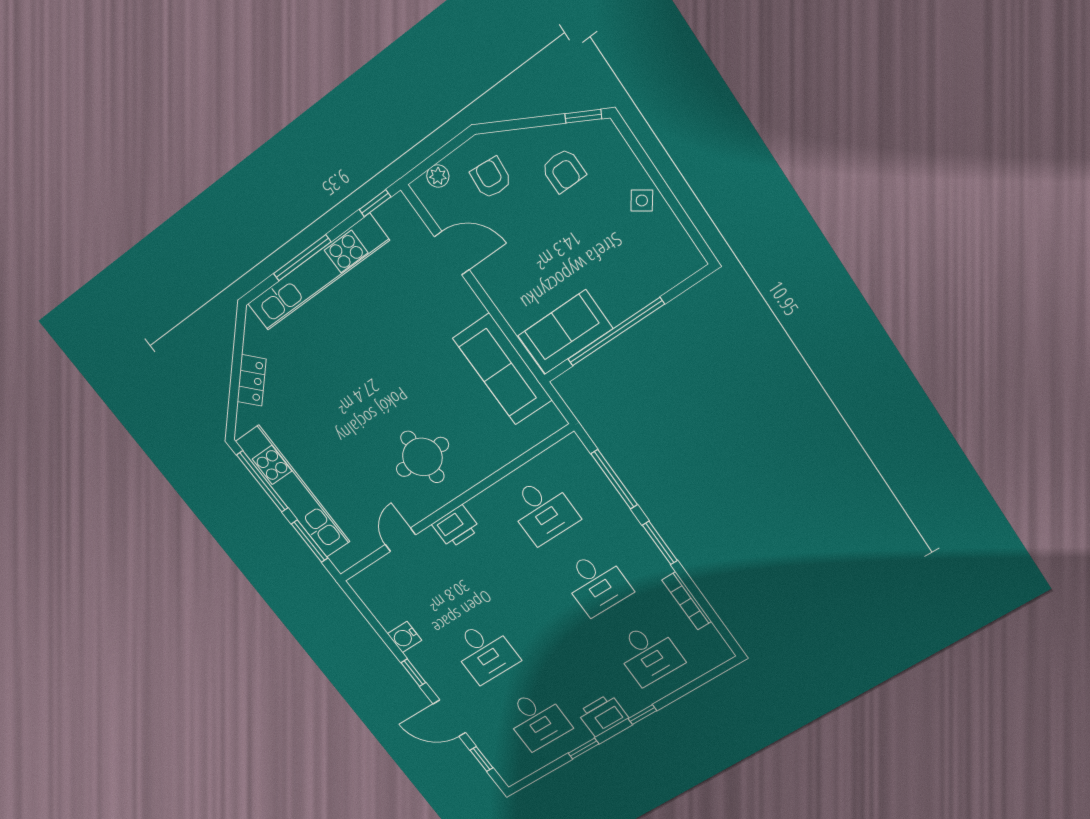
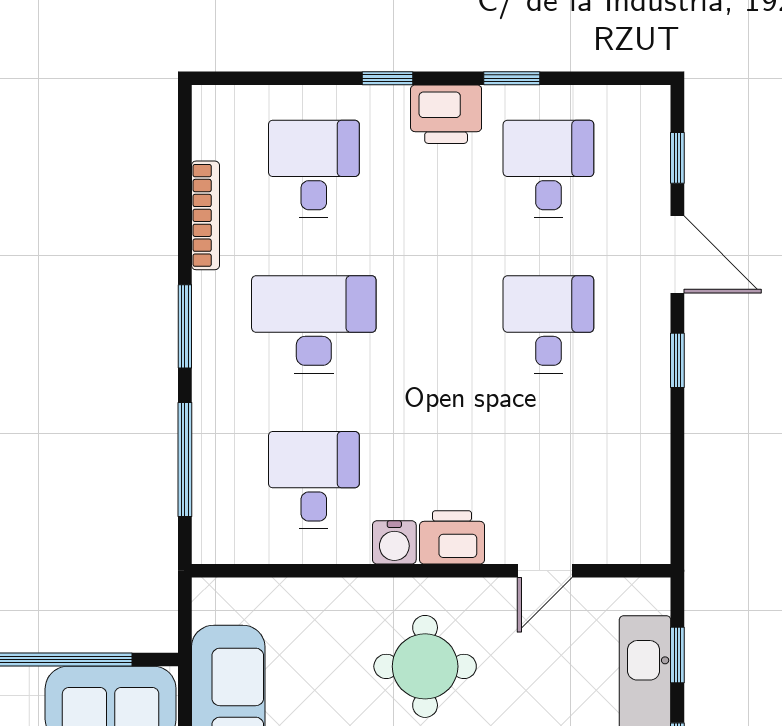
window: (309, 541) -> (677, 655), width x0.67
desk: (596, 583) -> (314, 324), width x1.37
water cooler: (404, 637) -> (394, 542), moved, turned 90

